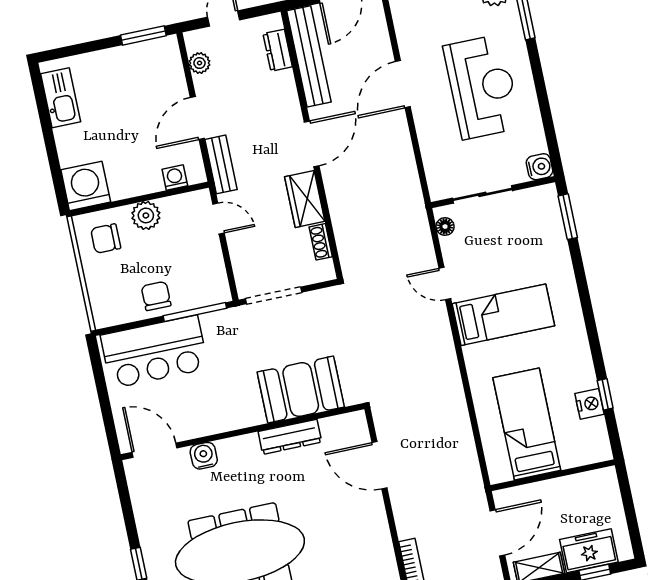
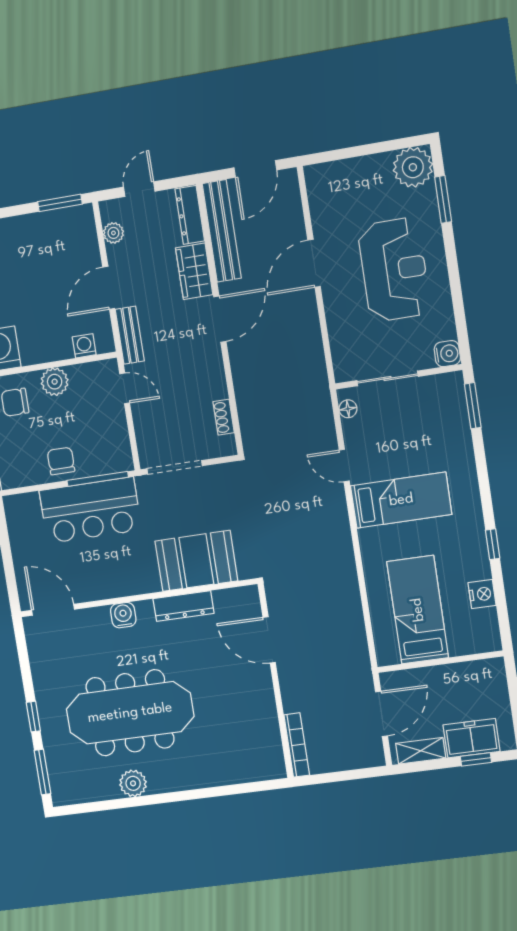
dresser: (278, 50) -> (190, 215), width x1.44
wardrobe: (305, 199) -> (194, 271), moved
bar counter: (154, 352) -> (90, 510), moved
window: (605, 394) -> (493, 544), moved
water cooler: (204, 456) -> (123, 615), moved

